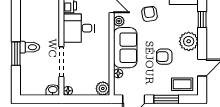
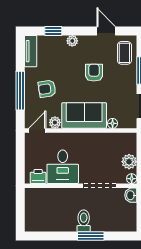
plant: (189, 41) -> (72, 41), width x0.53, depth x0.53
armchair: (164, 57) -> (94, 73), turned 180
plant: (103, 88) -> (129, 162), moved

